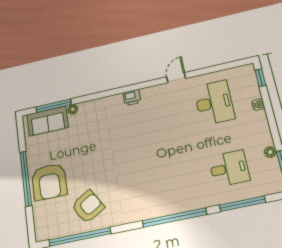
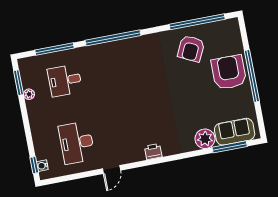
water cooler: (258, 105) -> (42, 166), moved
plant: (73, 109) -> (205, 139), width x1.87, depth x1.87
armchair: (88, 207) -> (191, 49), turned -33

